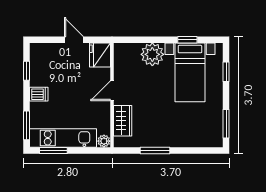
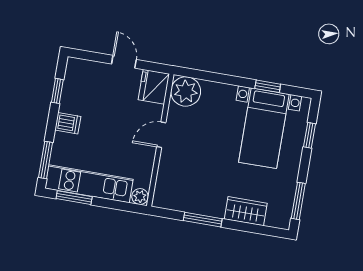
plant: (152, 54) -> (186, 91), moved
wardrobe: (123, 121) -> (246, 211), moved, turned -90

